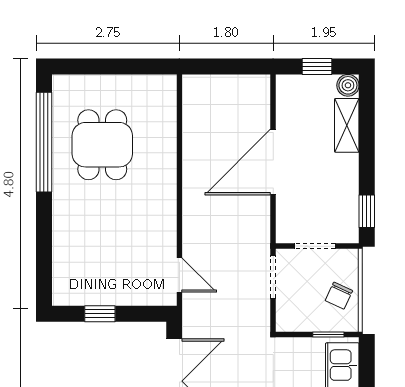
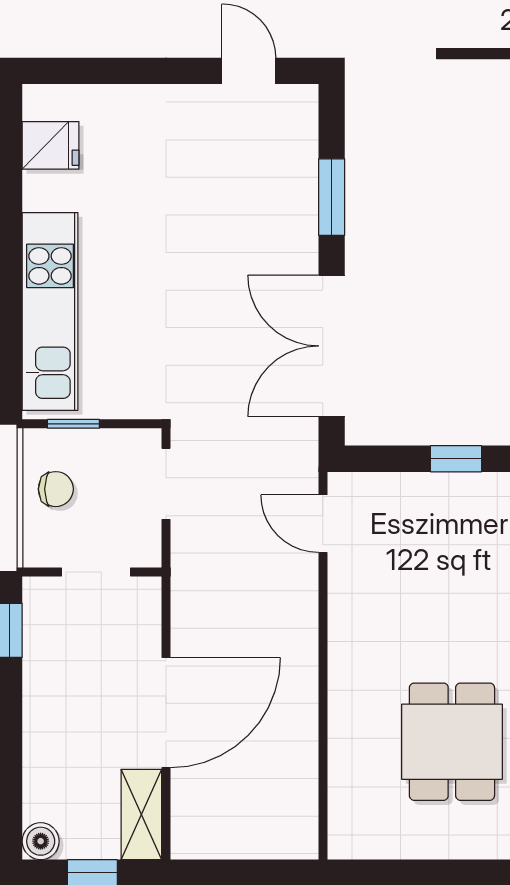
shelving: (347, 125) -> (141, 814), moved
doorway: (273, 277) -> (166, 484), moved
chair: (339, 296) -> (56, 489), turned 65

